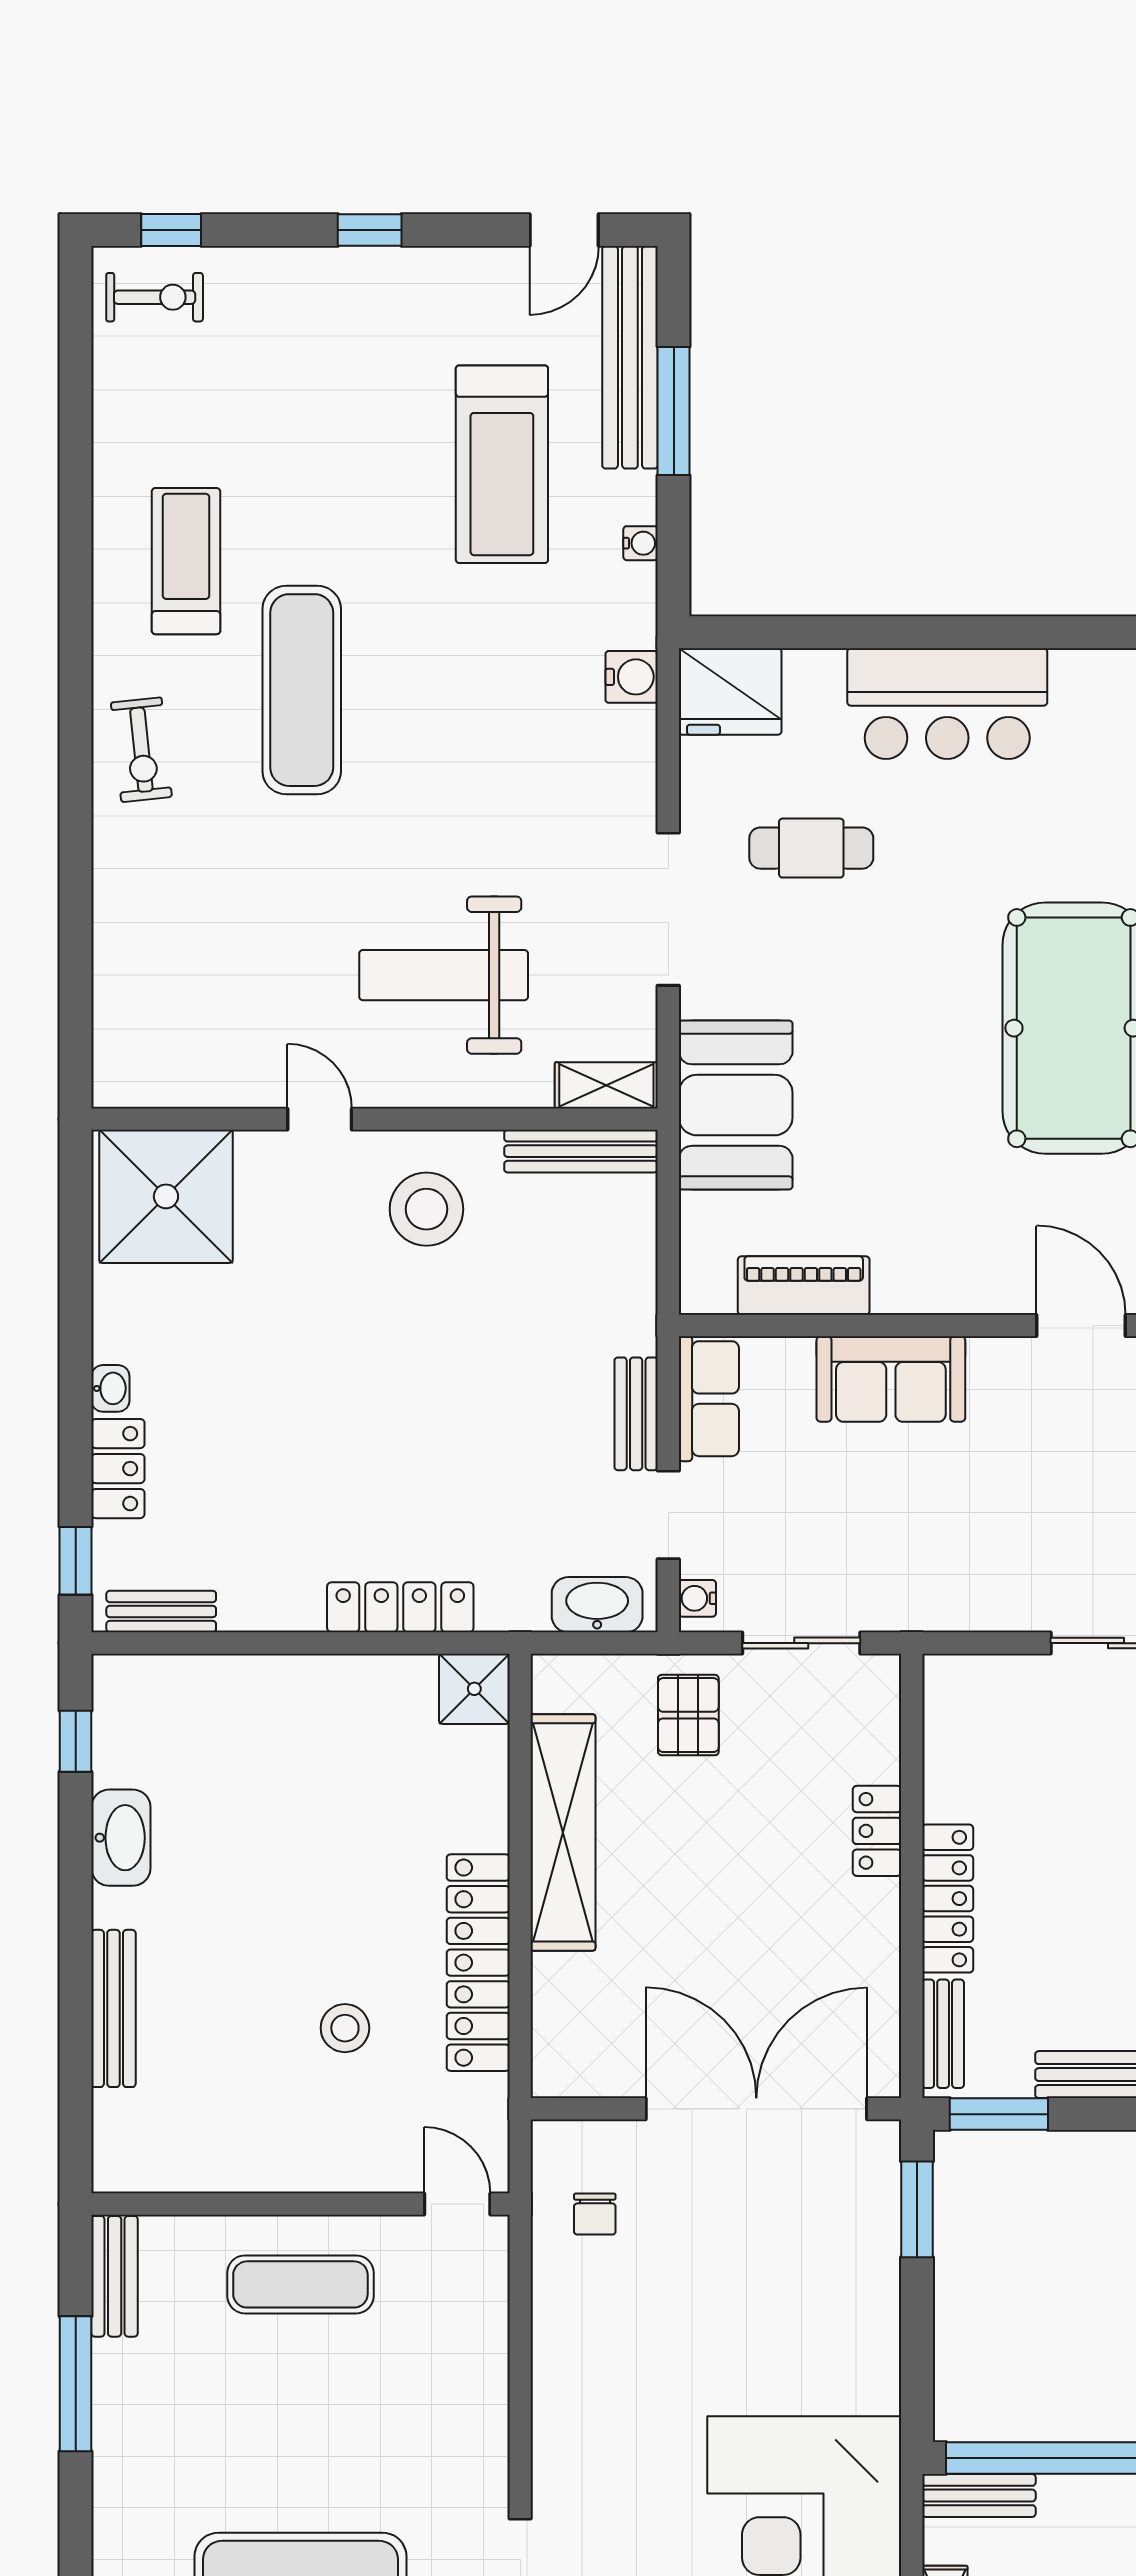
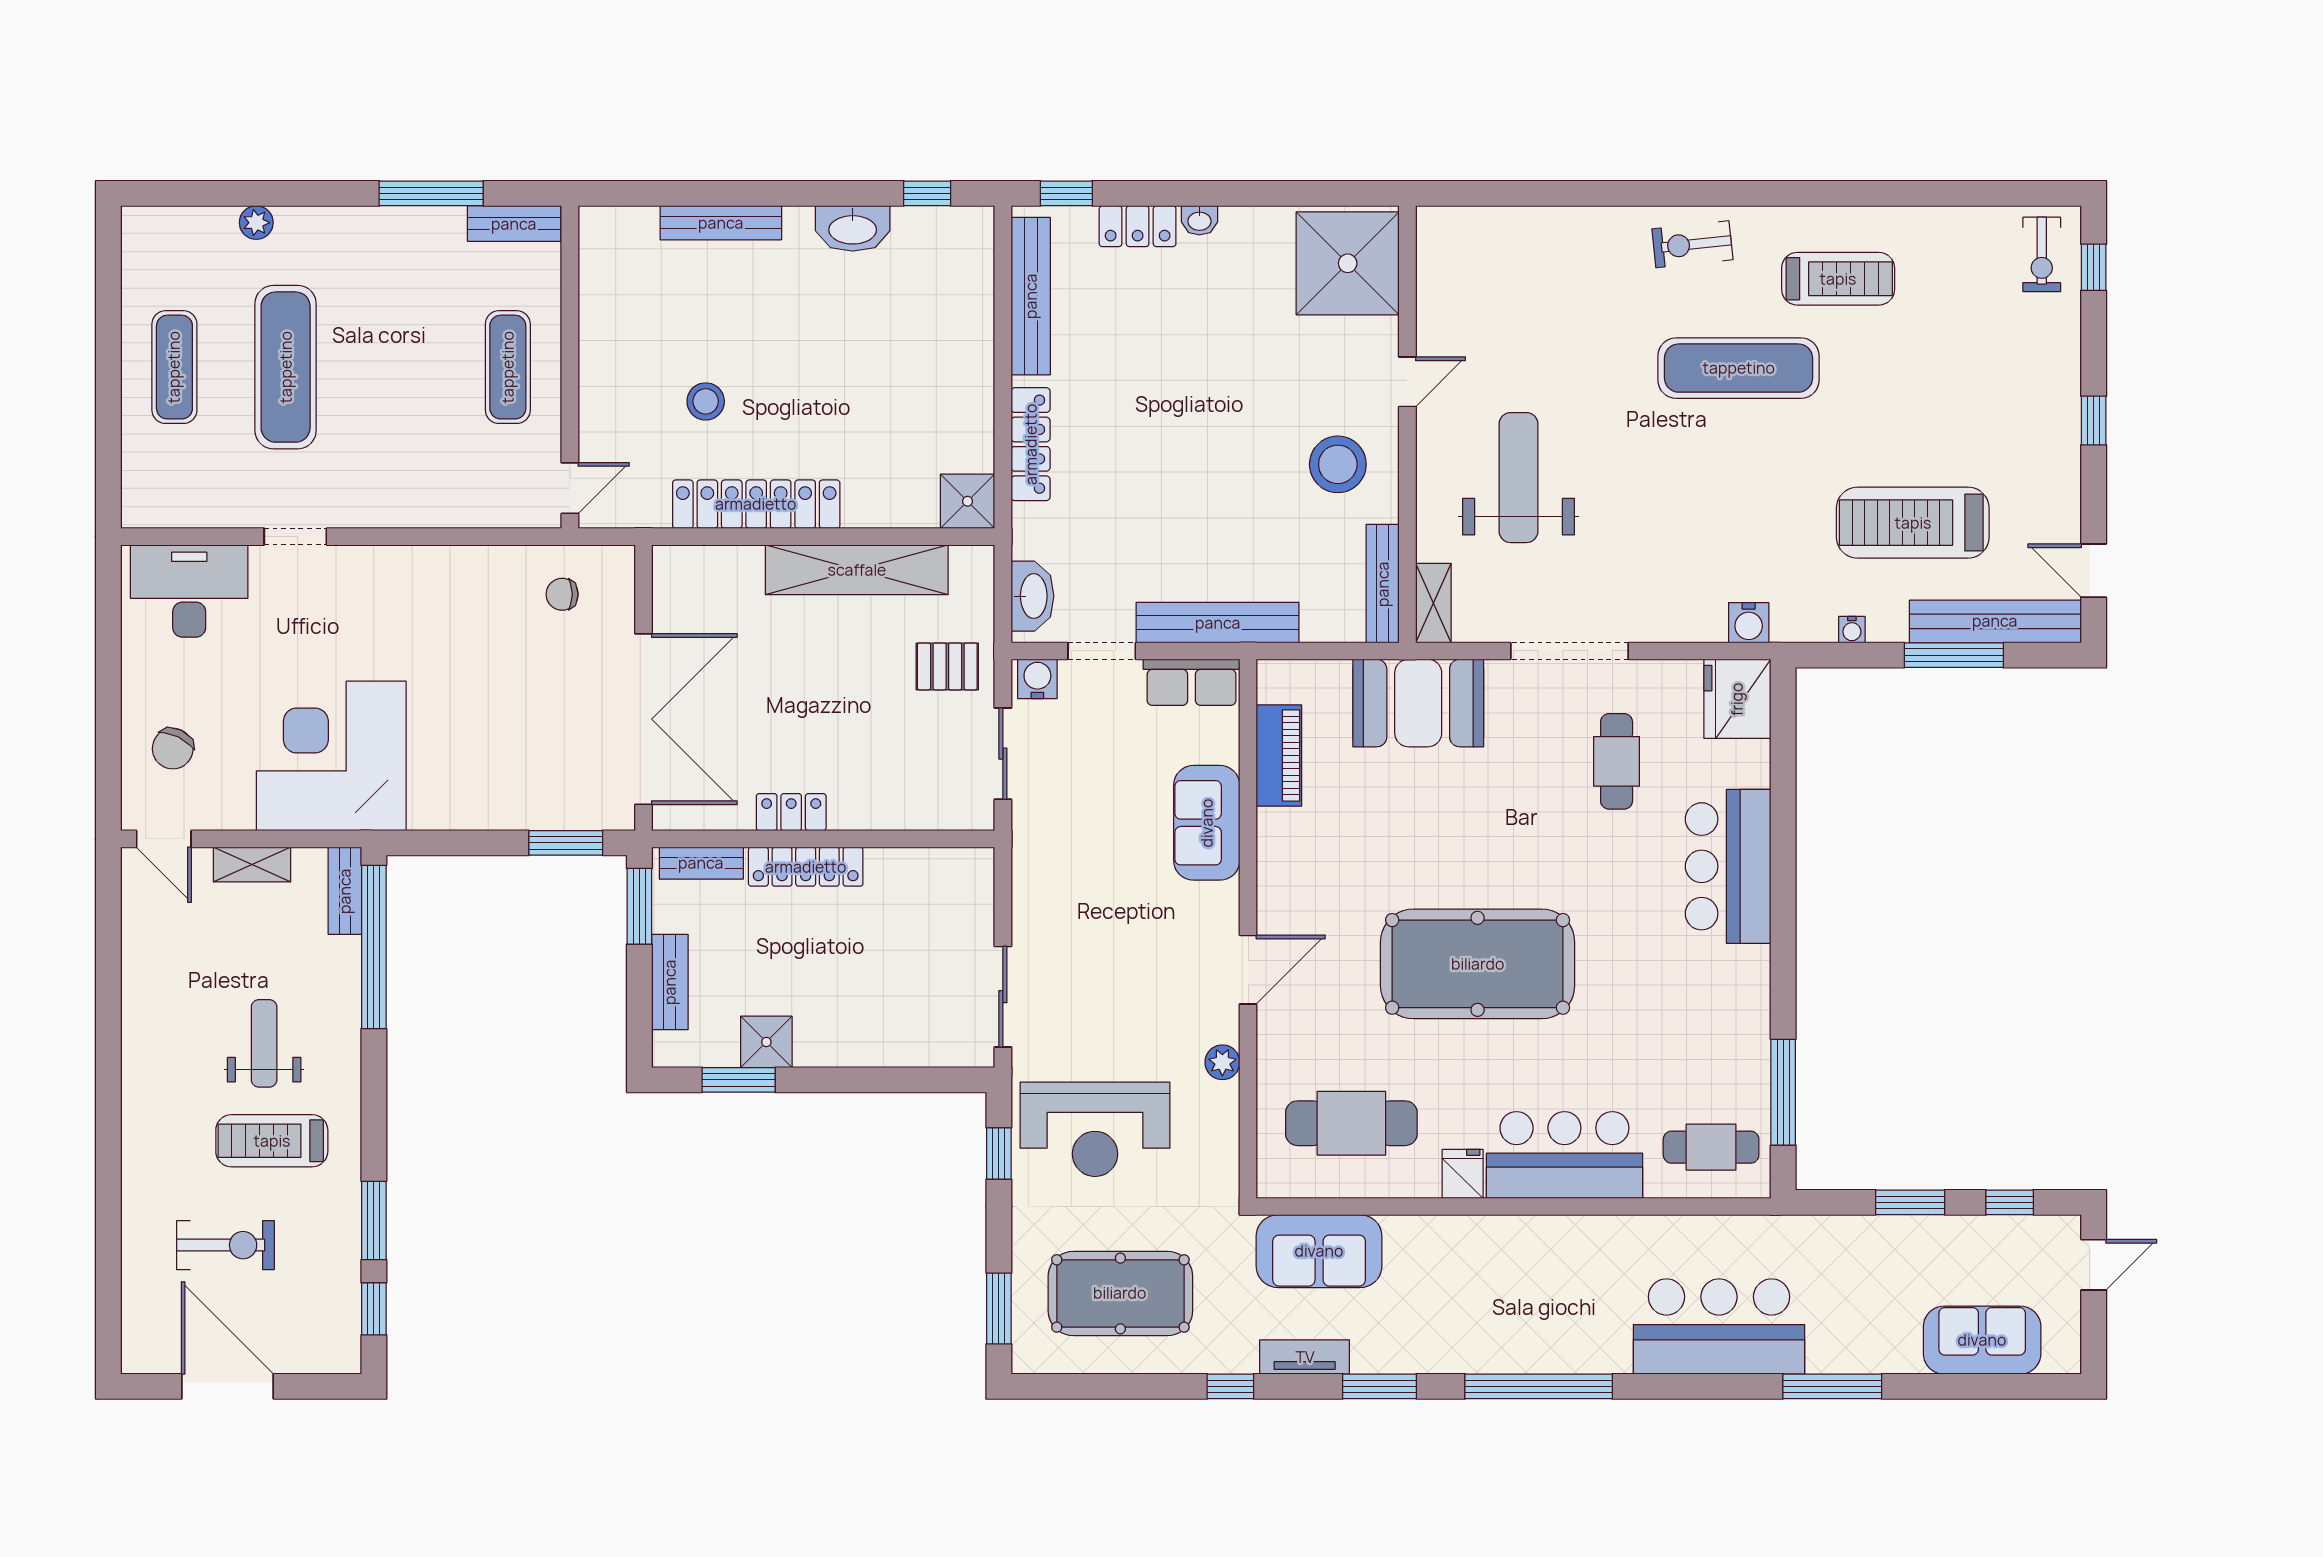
bench: (636, 1414) -> (1218, 623), width x1.86, depth x1.21
water cooler: (697, 1598) -> (1037, 679), width x1.38, depth x1.38
bench: (161, 1612) -> (1031, 296), width x1.86, depth x1.21
locker: (877, 1831) -> (791, 812), moved

